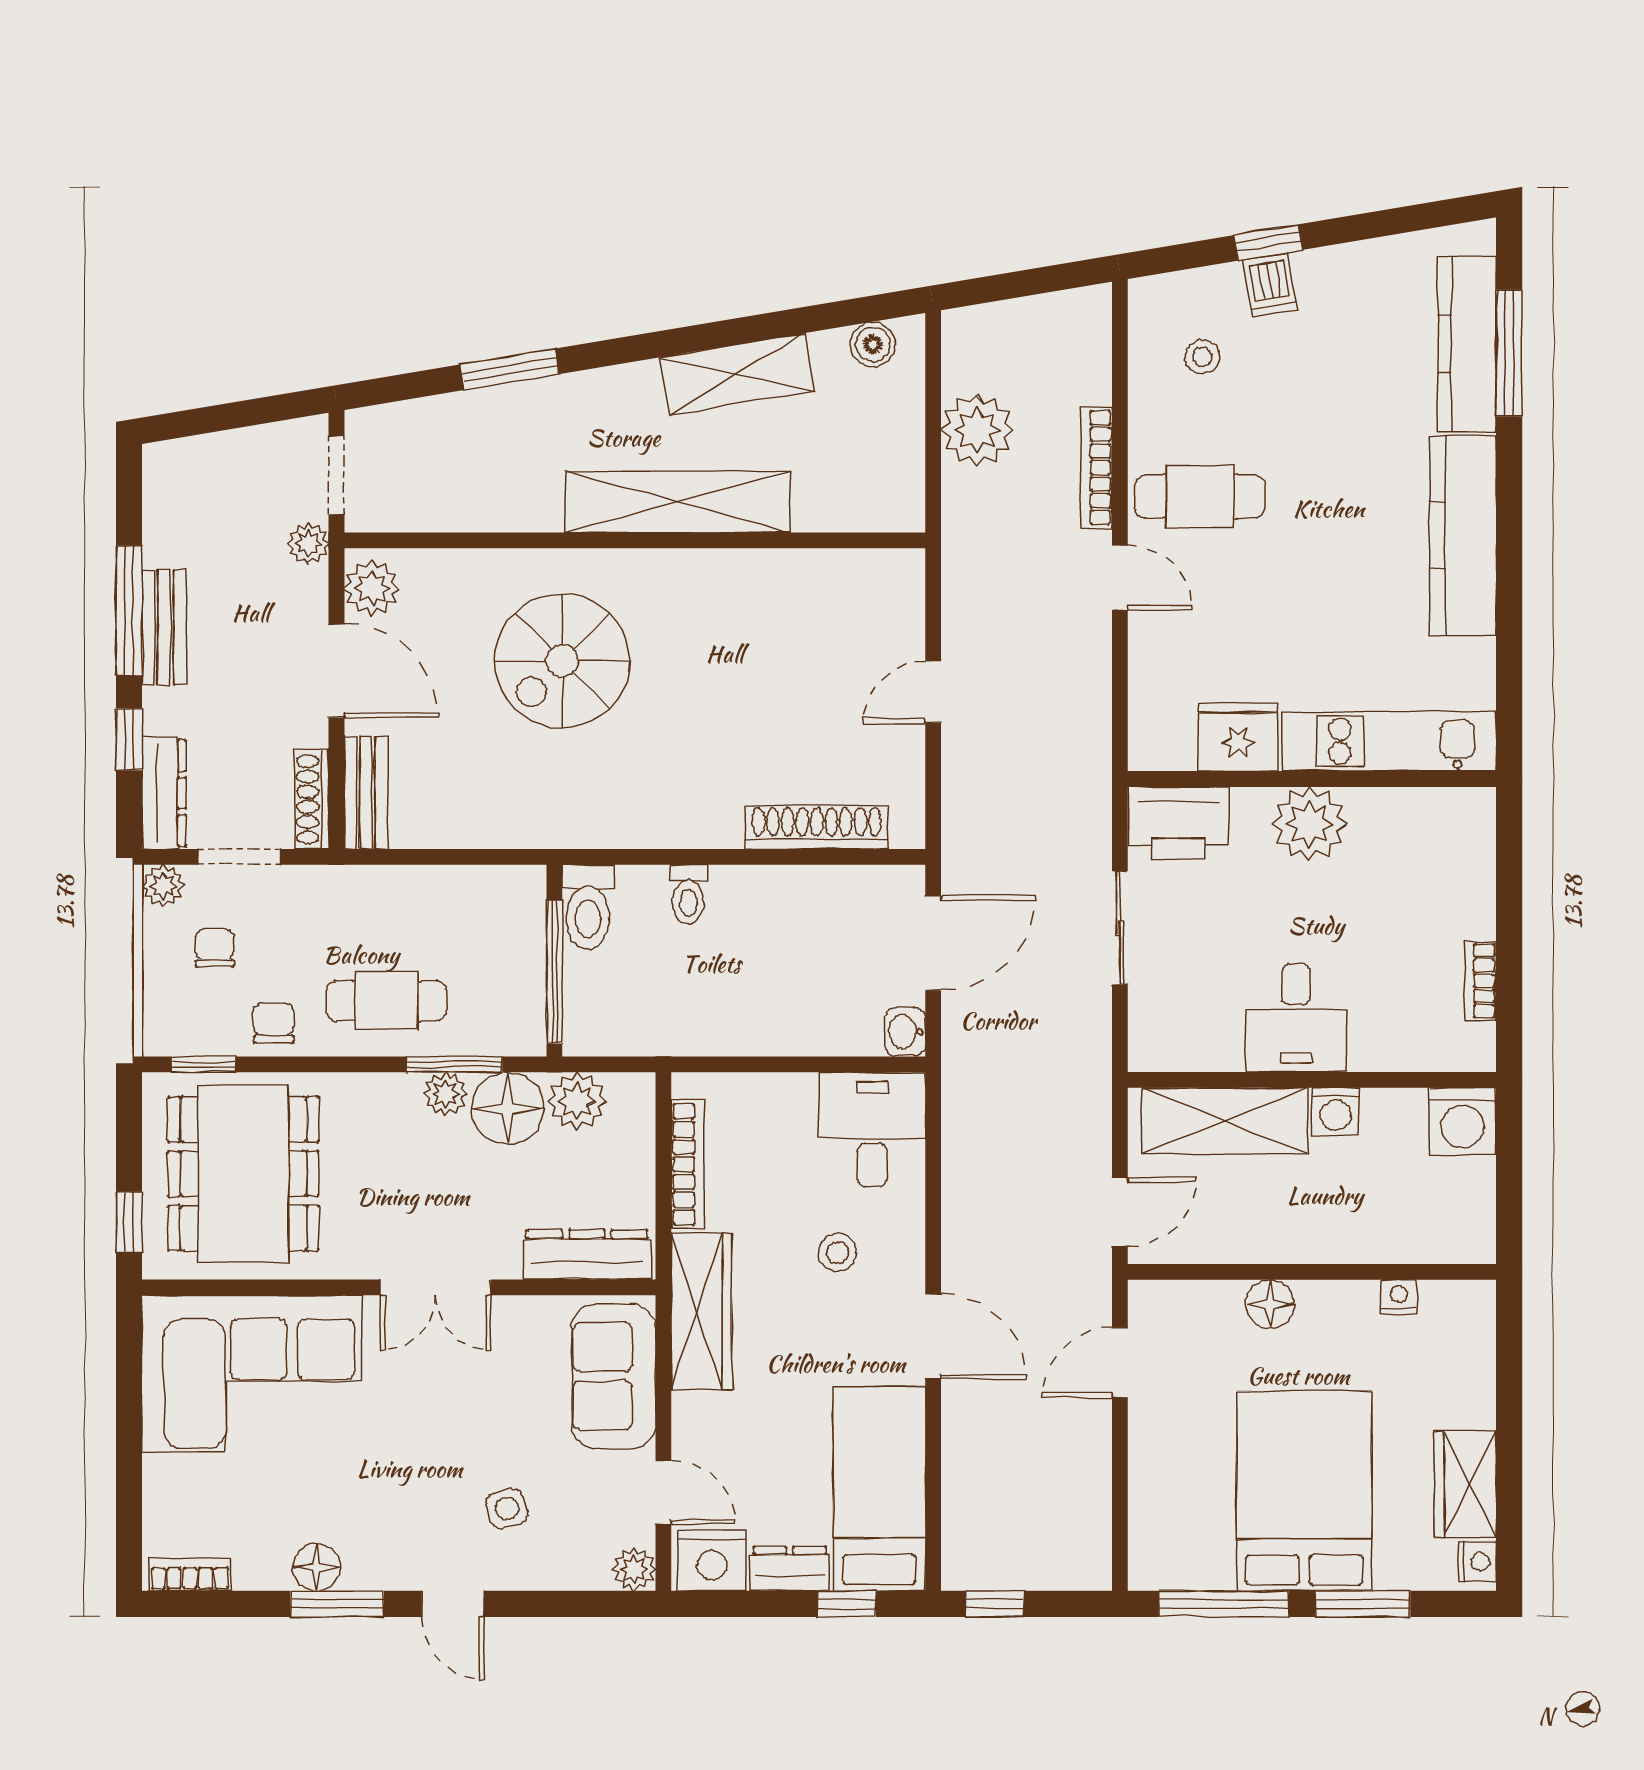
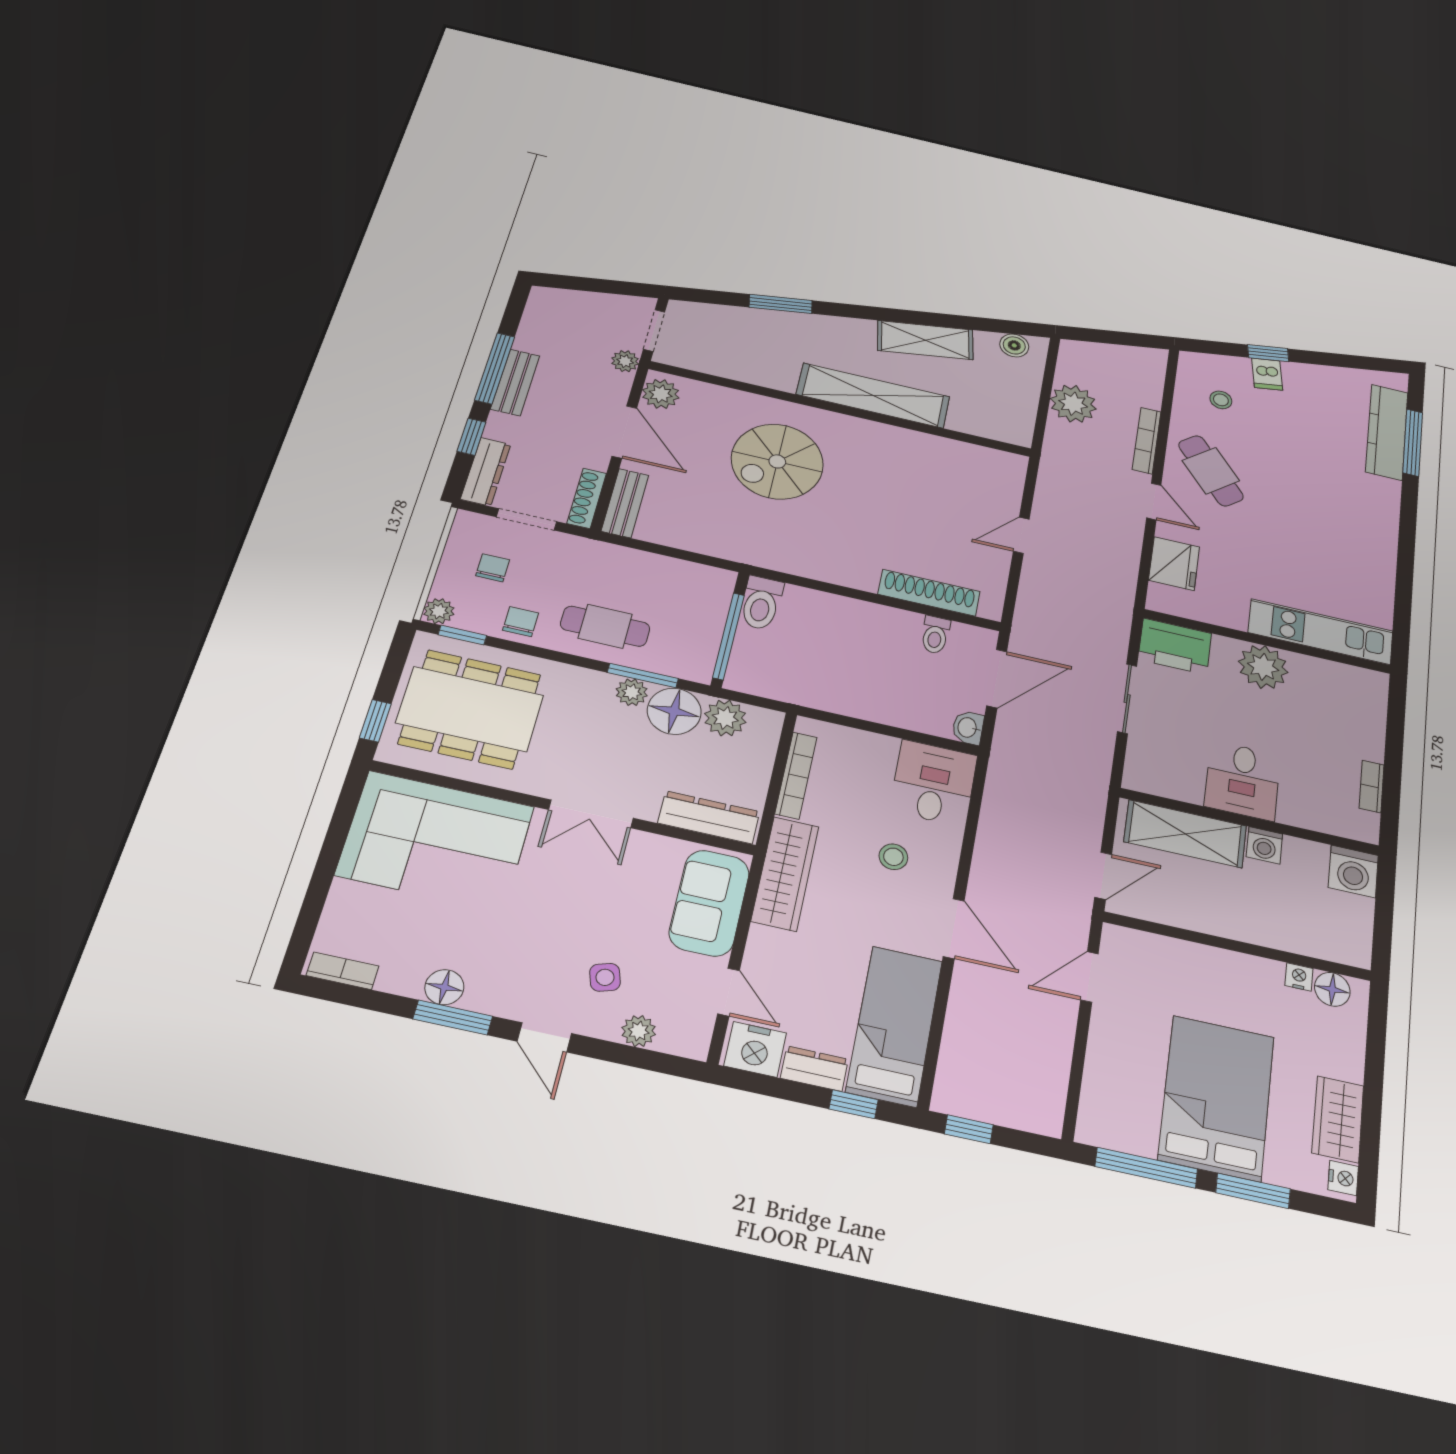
cafe table: (1200, 496) -> (1211, 471), turned 51
kitchen counter: (1463, 536) -> (1377, 530), removed
fridge: (1238, 737) -> (1174, 564), moved, turned 90
plant: (163, 886) -> (439, 611), moved
toilet: (688, 895) -> (935, 635), moved
dining table: (243, 1174) -> (470, 709), turned 90
floor lamp: (1270, 1304) -> (1332, 989), moved
plant: (634, 1569) -> (639, 1031), moved

